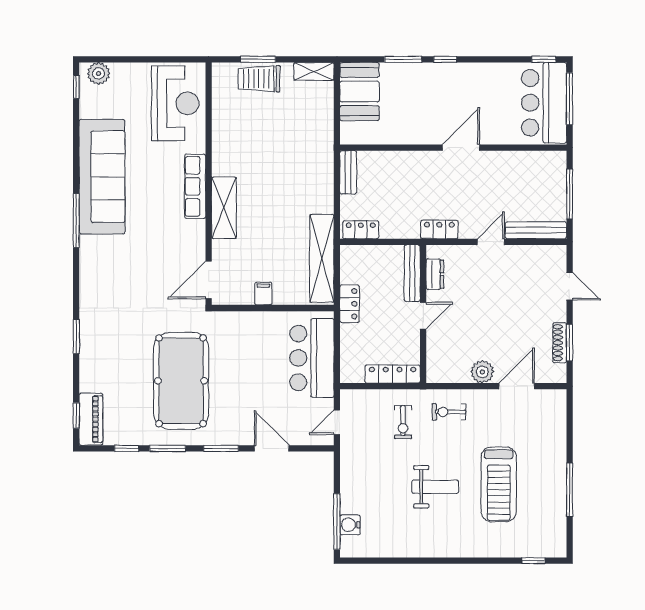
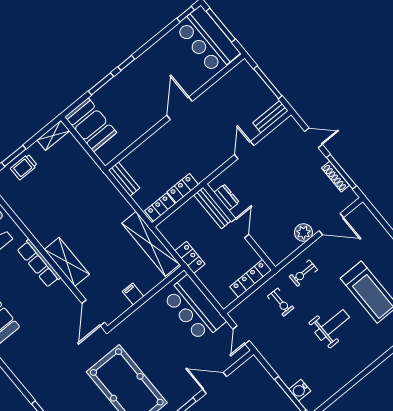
trolley: (259, 79) -> (24, 167), width x0.73, depth x0.72
locker: (439, 229) -> (183, 188), moved
bench: (536, 230) -> (270, 117), width x0.73
window: (570, 343) -> (341, 172), width x1.44
door: (517, 386) -> (331, 224), swing flipped

